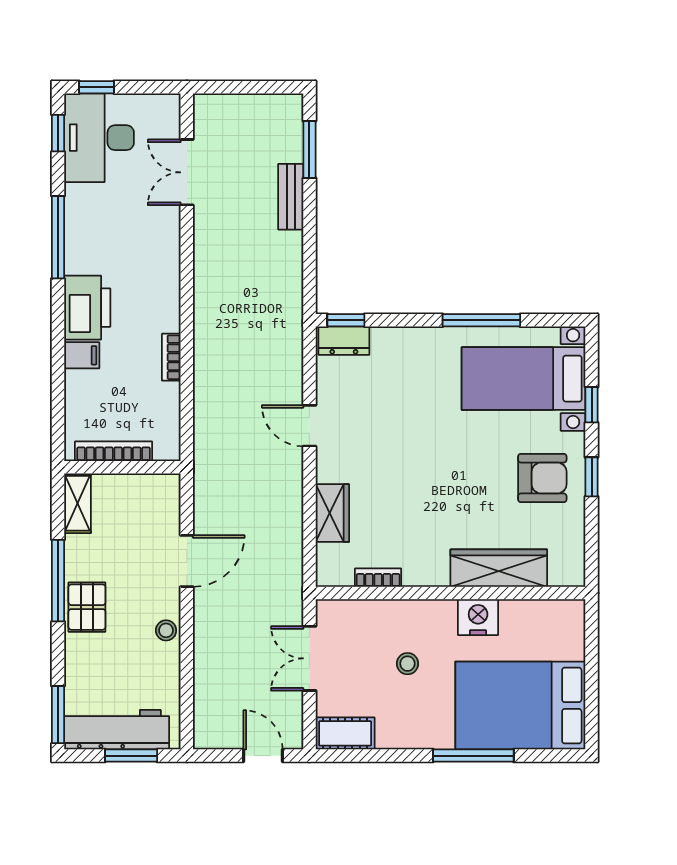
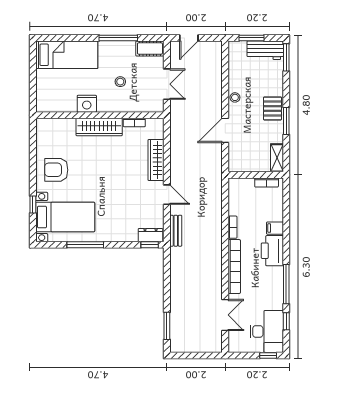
window: (58, 133) -> (286, 321), moved
bench: (291, 197) -> (176, 231), moved
bookcase: (168, 274) -> (234, 267), added
bookcase: (114, 451) -> (267, 182), width x0.64
window: (592, 477) -> (33, 170), removed
wardrobe: (332, 513) -> (156, 160), width x1.50
wardrobe: (499, 568) -> (99, 127), moved
window: (58, 581) -> (286, 121), width x0.69
bed: (520, 706) -> (67, 55), width x0.67
workbench: (117, 730) -> (265, 50), width x0.73
door: (263, 756) -> (189, 38), hinge flipped
window: (473, 756) -> (118, 38), moved

